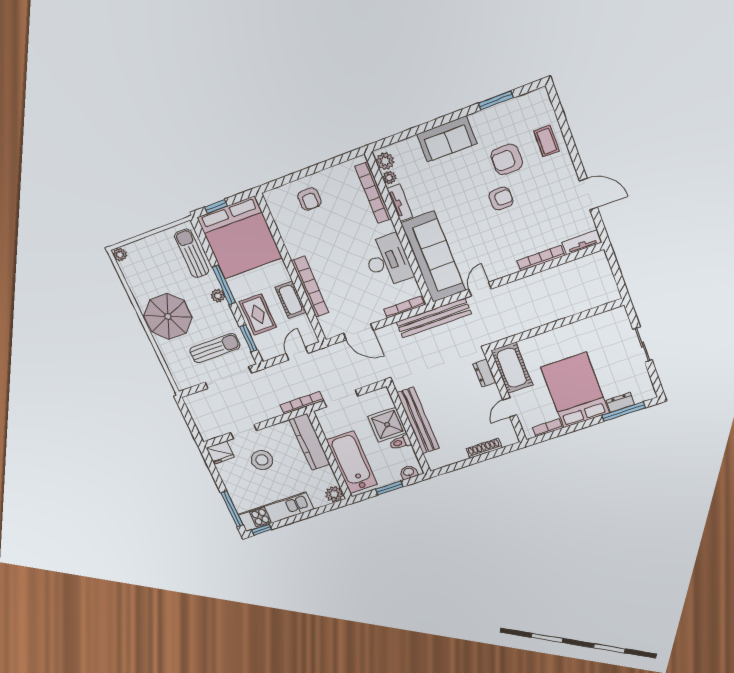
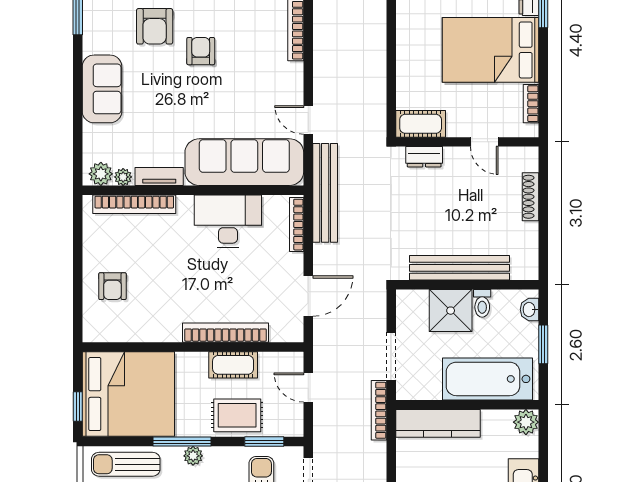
armchair: (309, 199) -> (112, 286), turned 90
cot: (512, 368) -> (421, 124), width x0.73, depth x0.75

